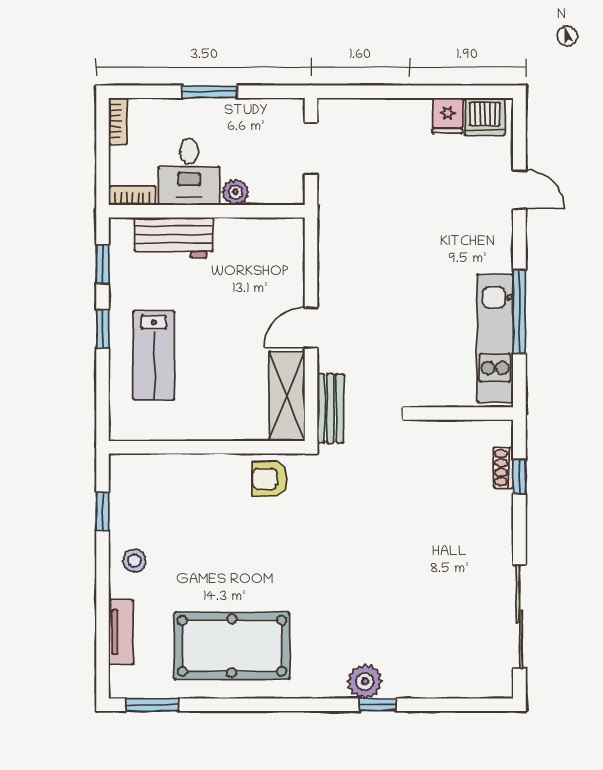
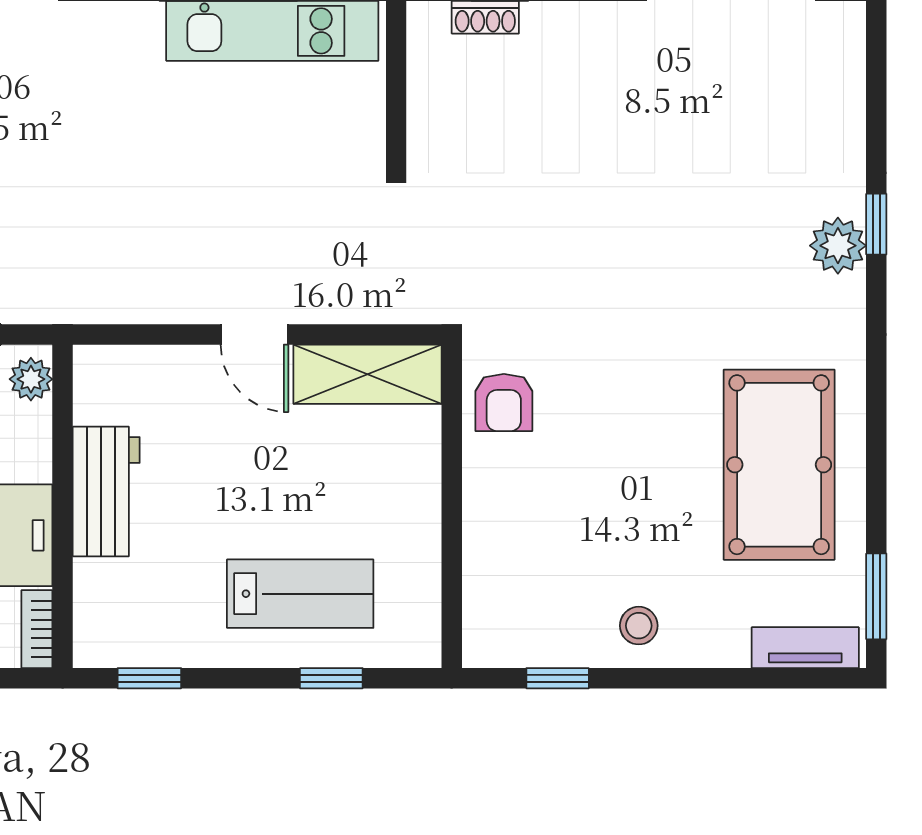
plant: (235, 192) -> (31, 379), moved
workbench: (173, 238) -> (106, 491), moved
window: (103, 329) -> (331, 678), moved
bench: (330, 408) -> (387, 303), removed
tv unit: (121, 632) -> (805, 648), moved

